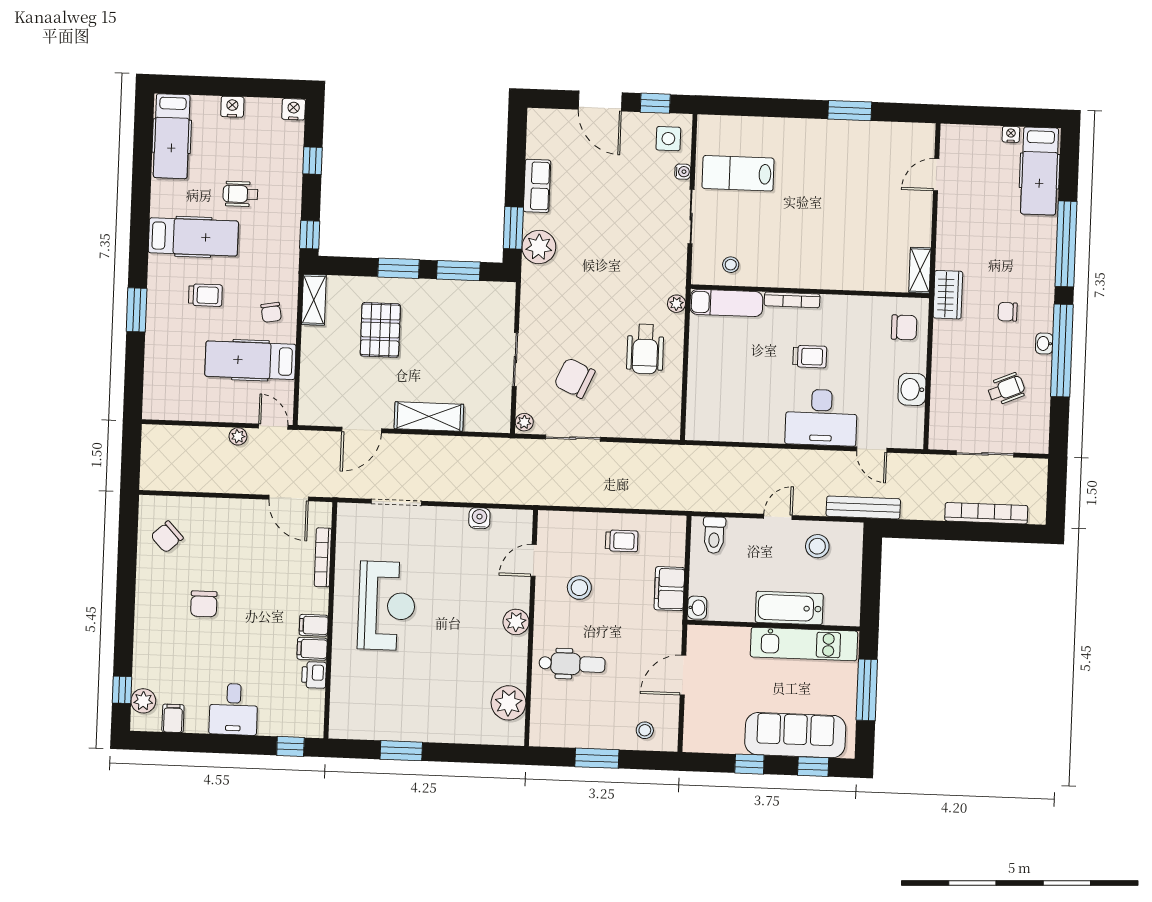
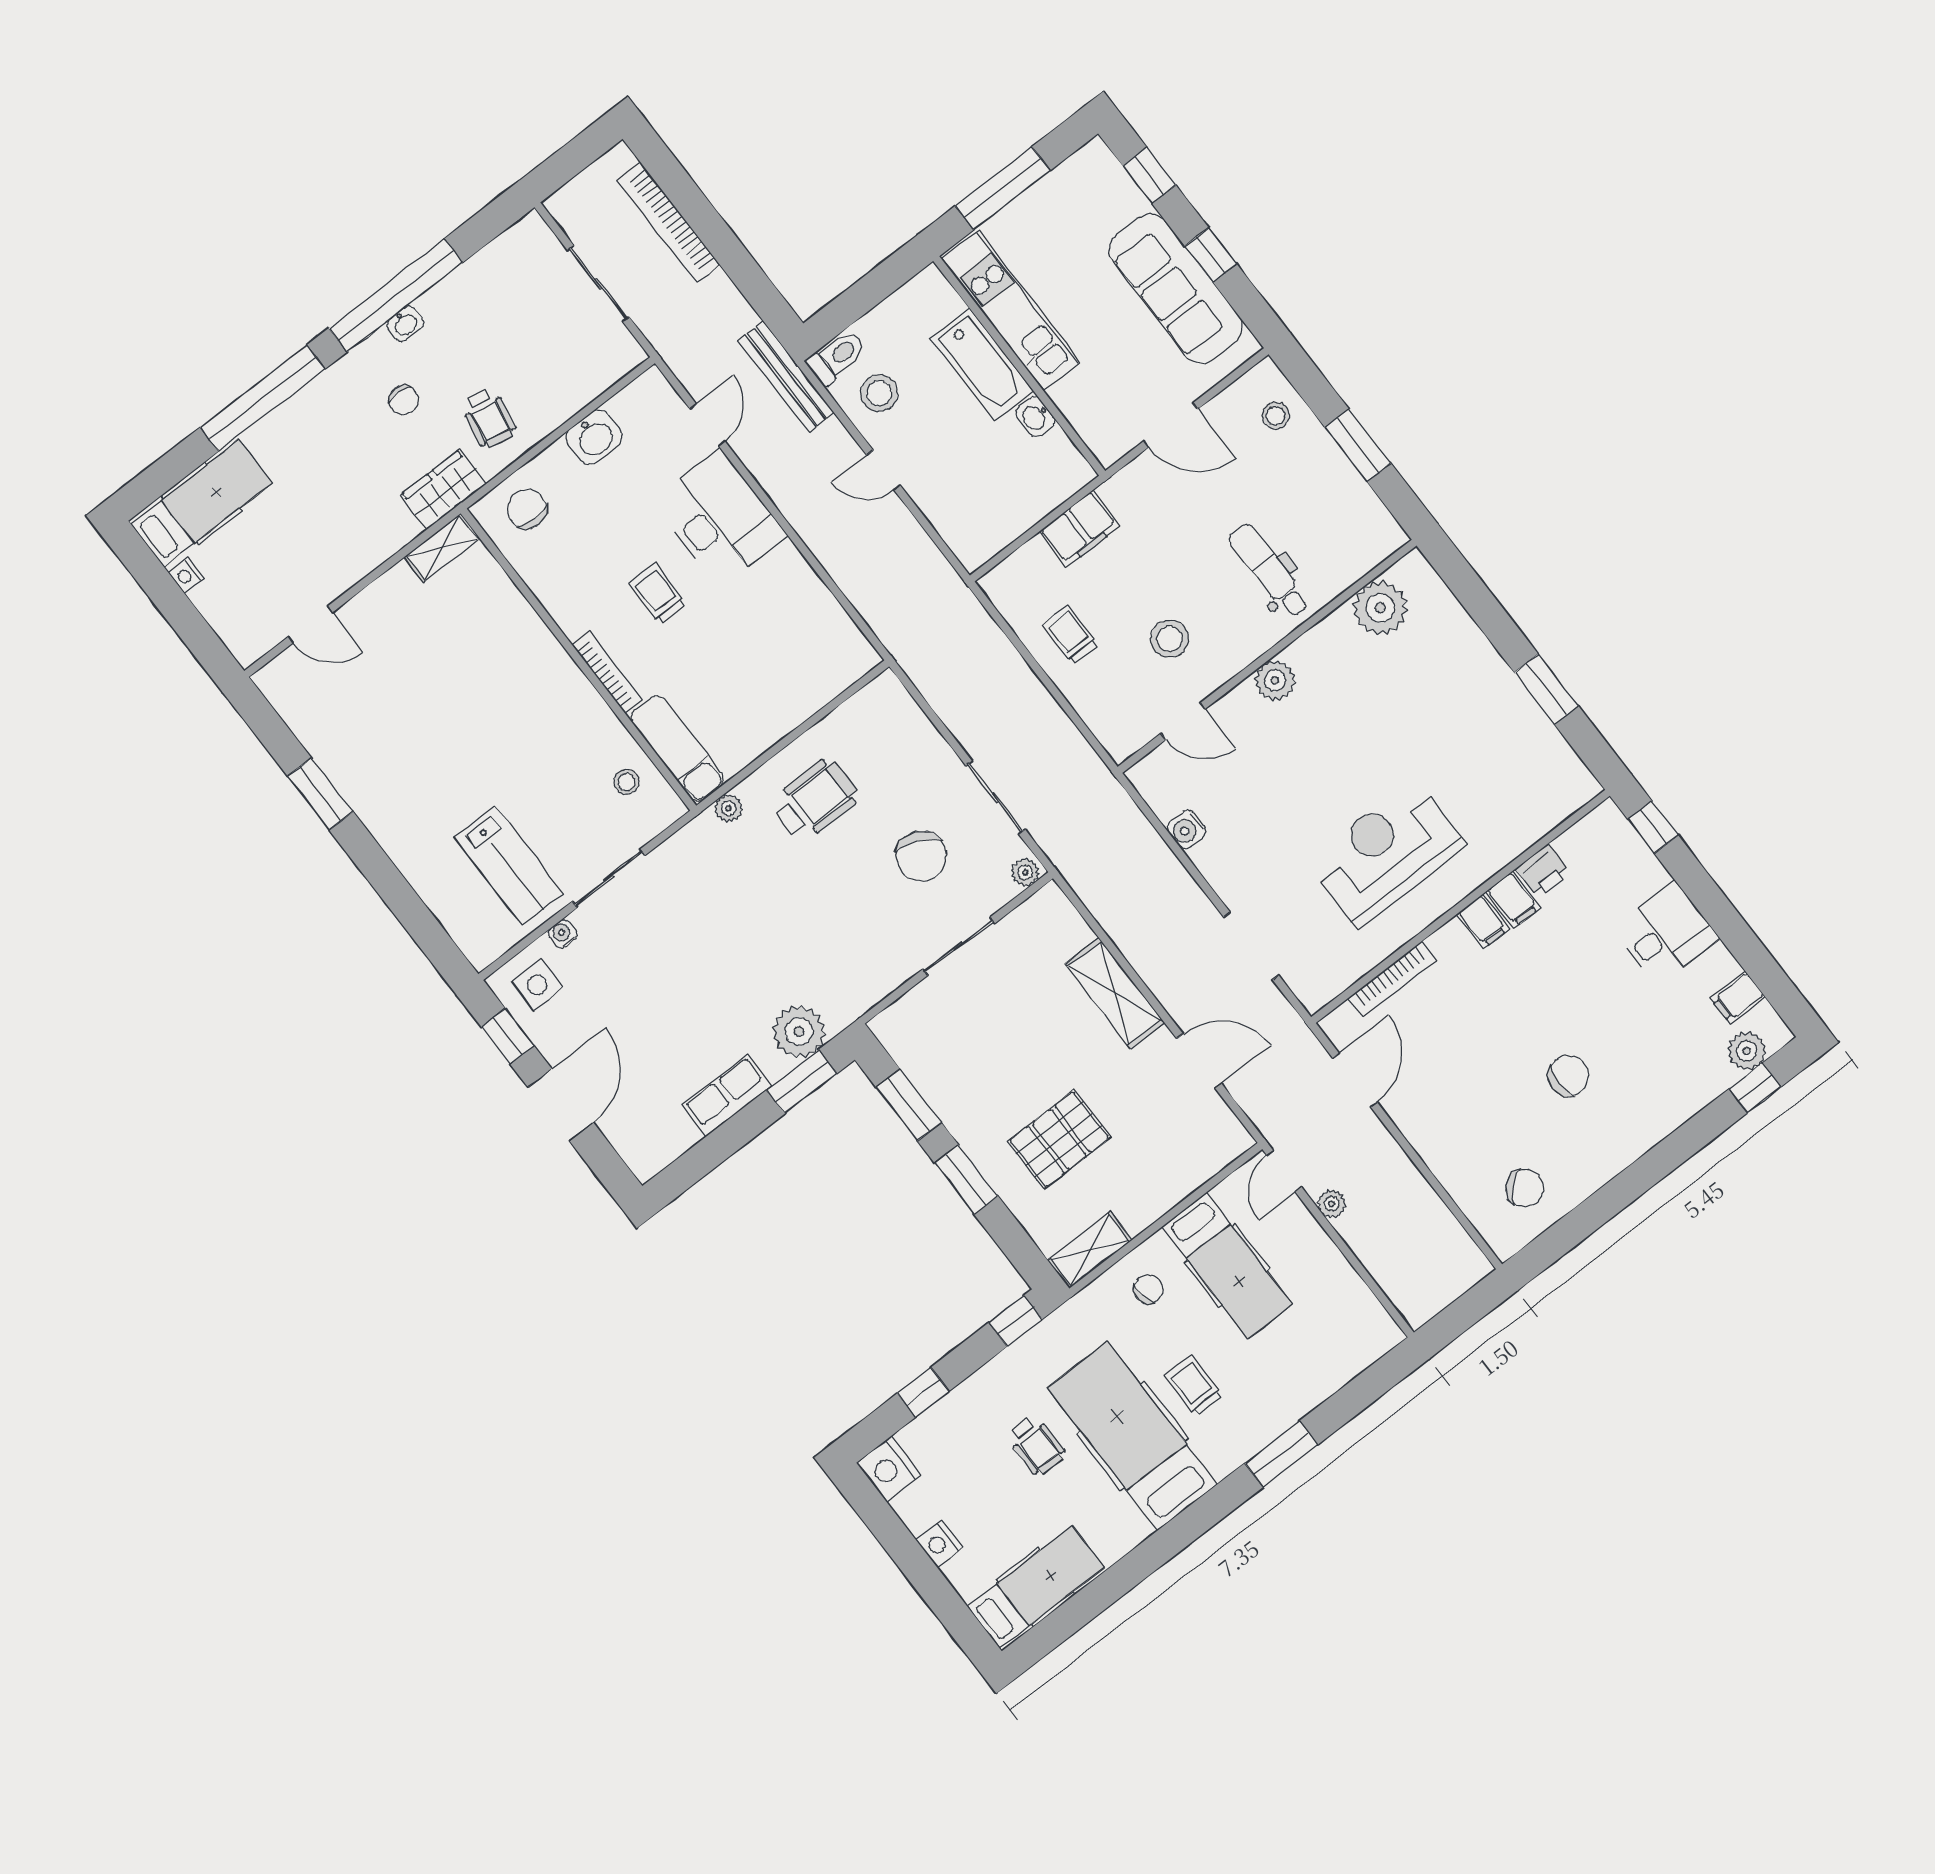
nightstand: (294, 109) -> (889, 1469), width x1.36, depth x1.33
hospital bed: (193, 237) -> (1133, 1436), width x1.37, depth x1.29
wheelchair: (1006, 389) -> (489, 418), moved, turned -147
toilet: (714, 535) -> (837, 357), moved
washbasin: (697, 608) -> (1035, 417), moved, turned -90
sofa: (795, 735) -> (1176, 289), moved

